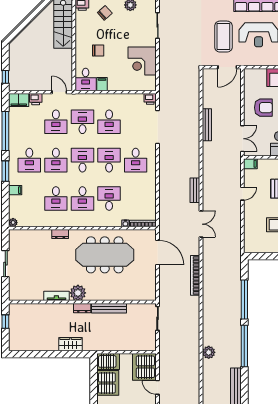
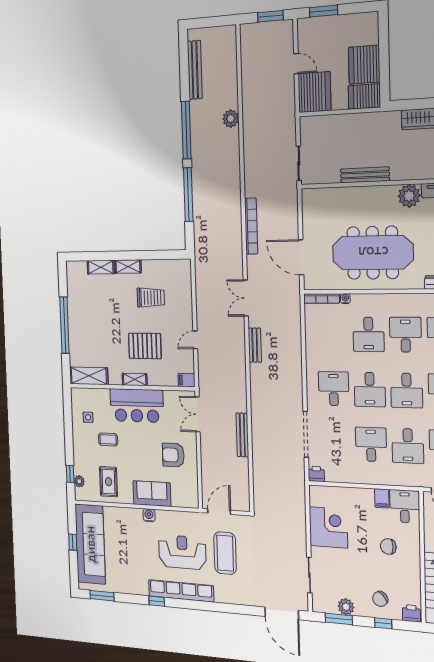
dresser: (82, 308) -> (403, 173), removed

